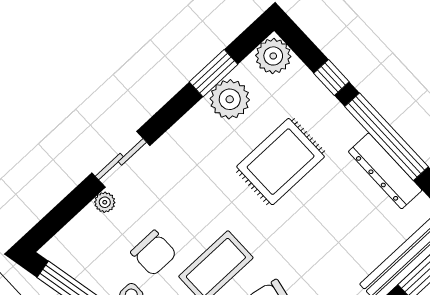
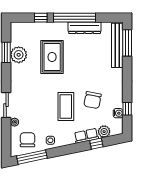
plant: (273, 56) -> (18, 29), removed
chair: (154, 253) -> (27, 140), moved, turned -90

